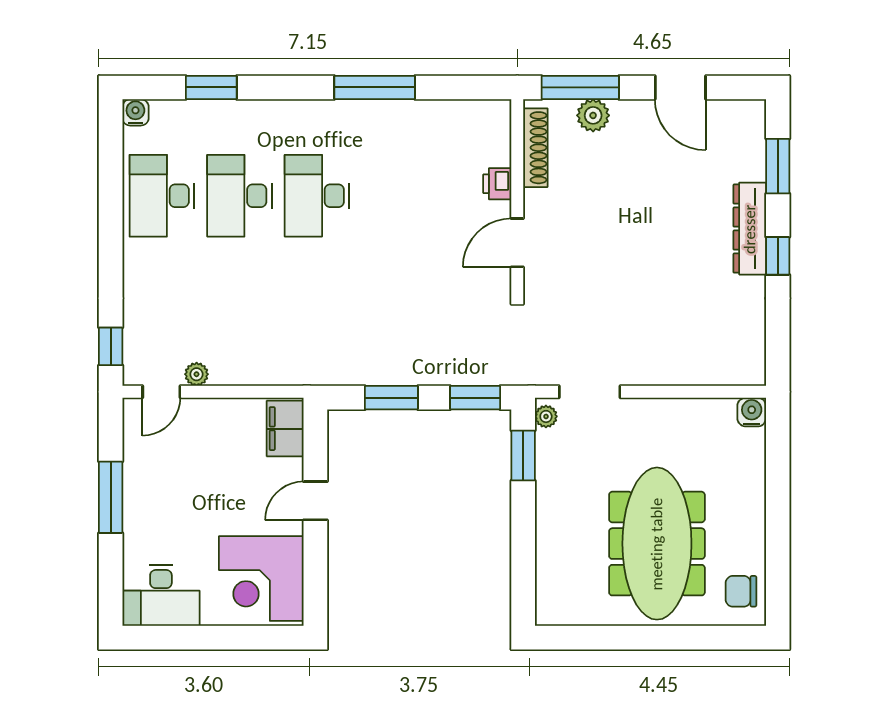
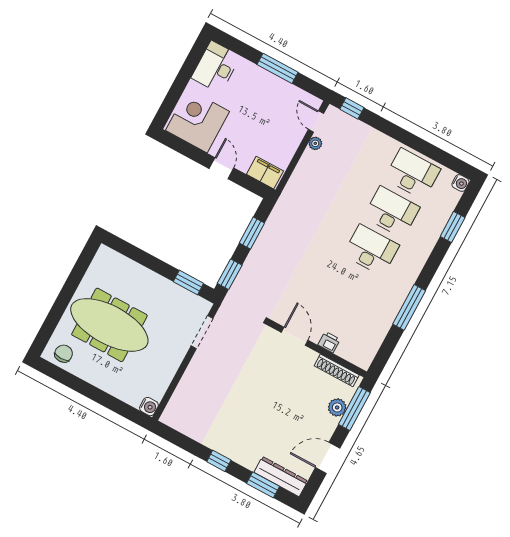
dresser: (750, 229) -> (281, 477), moved
plant: (546, 416) -> (201, 304), removed

